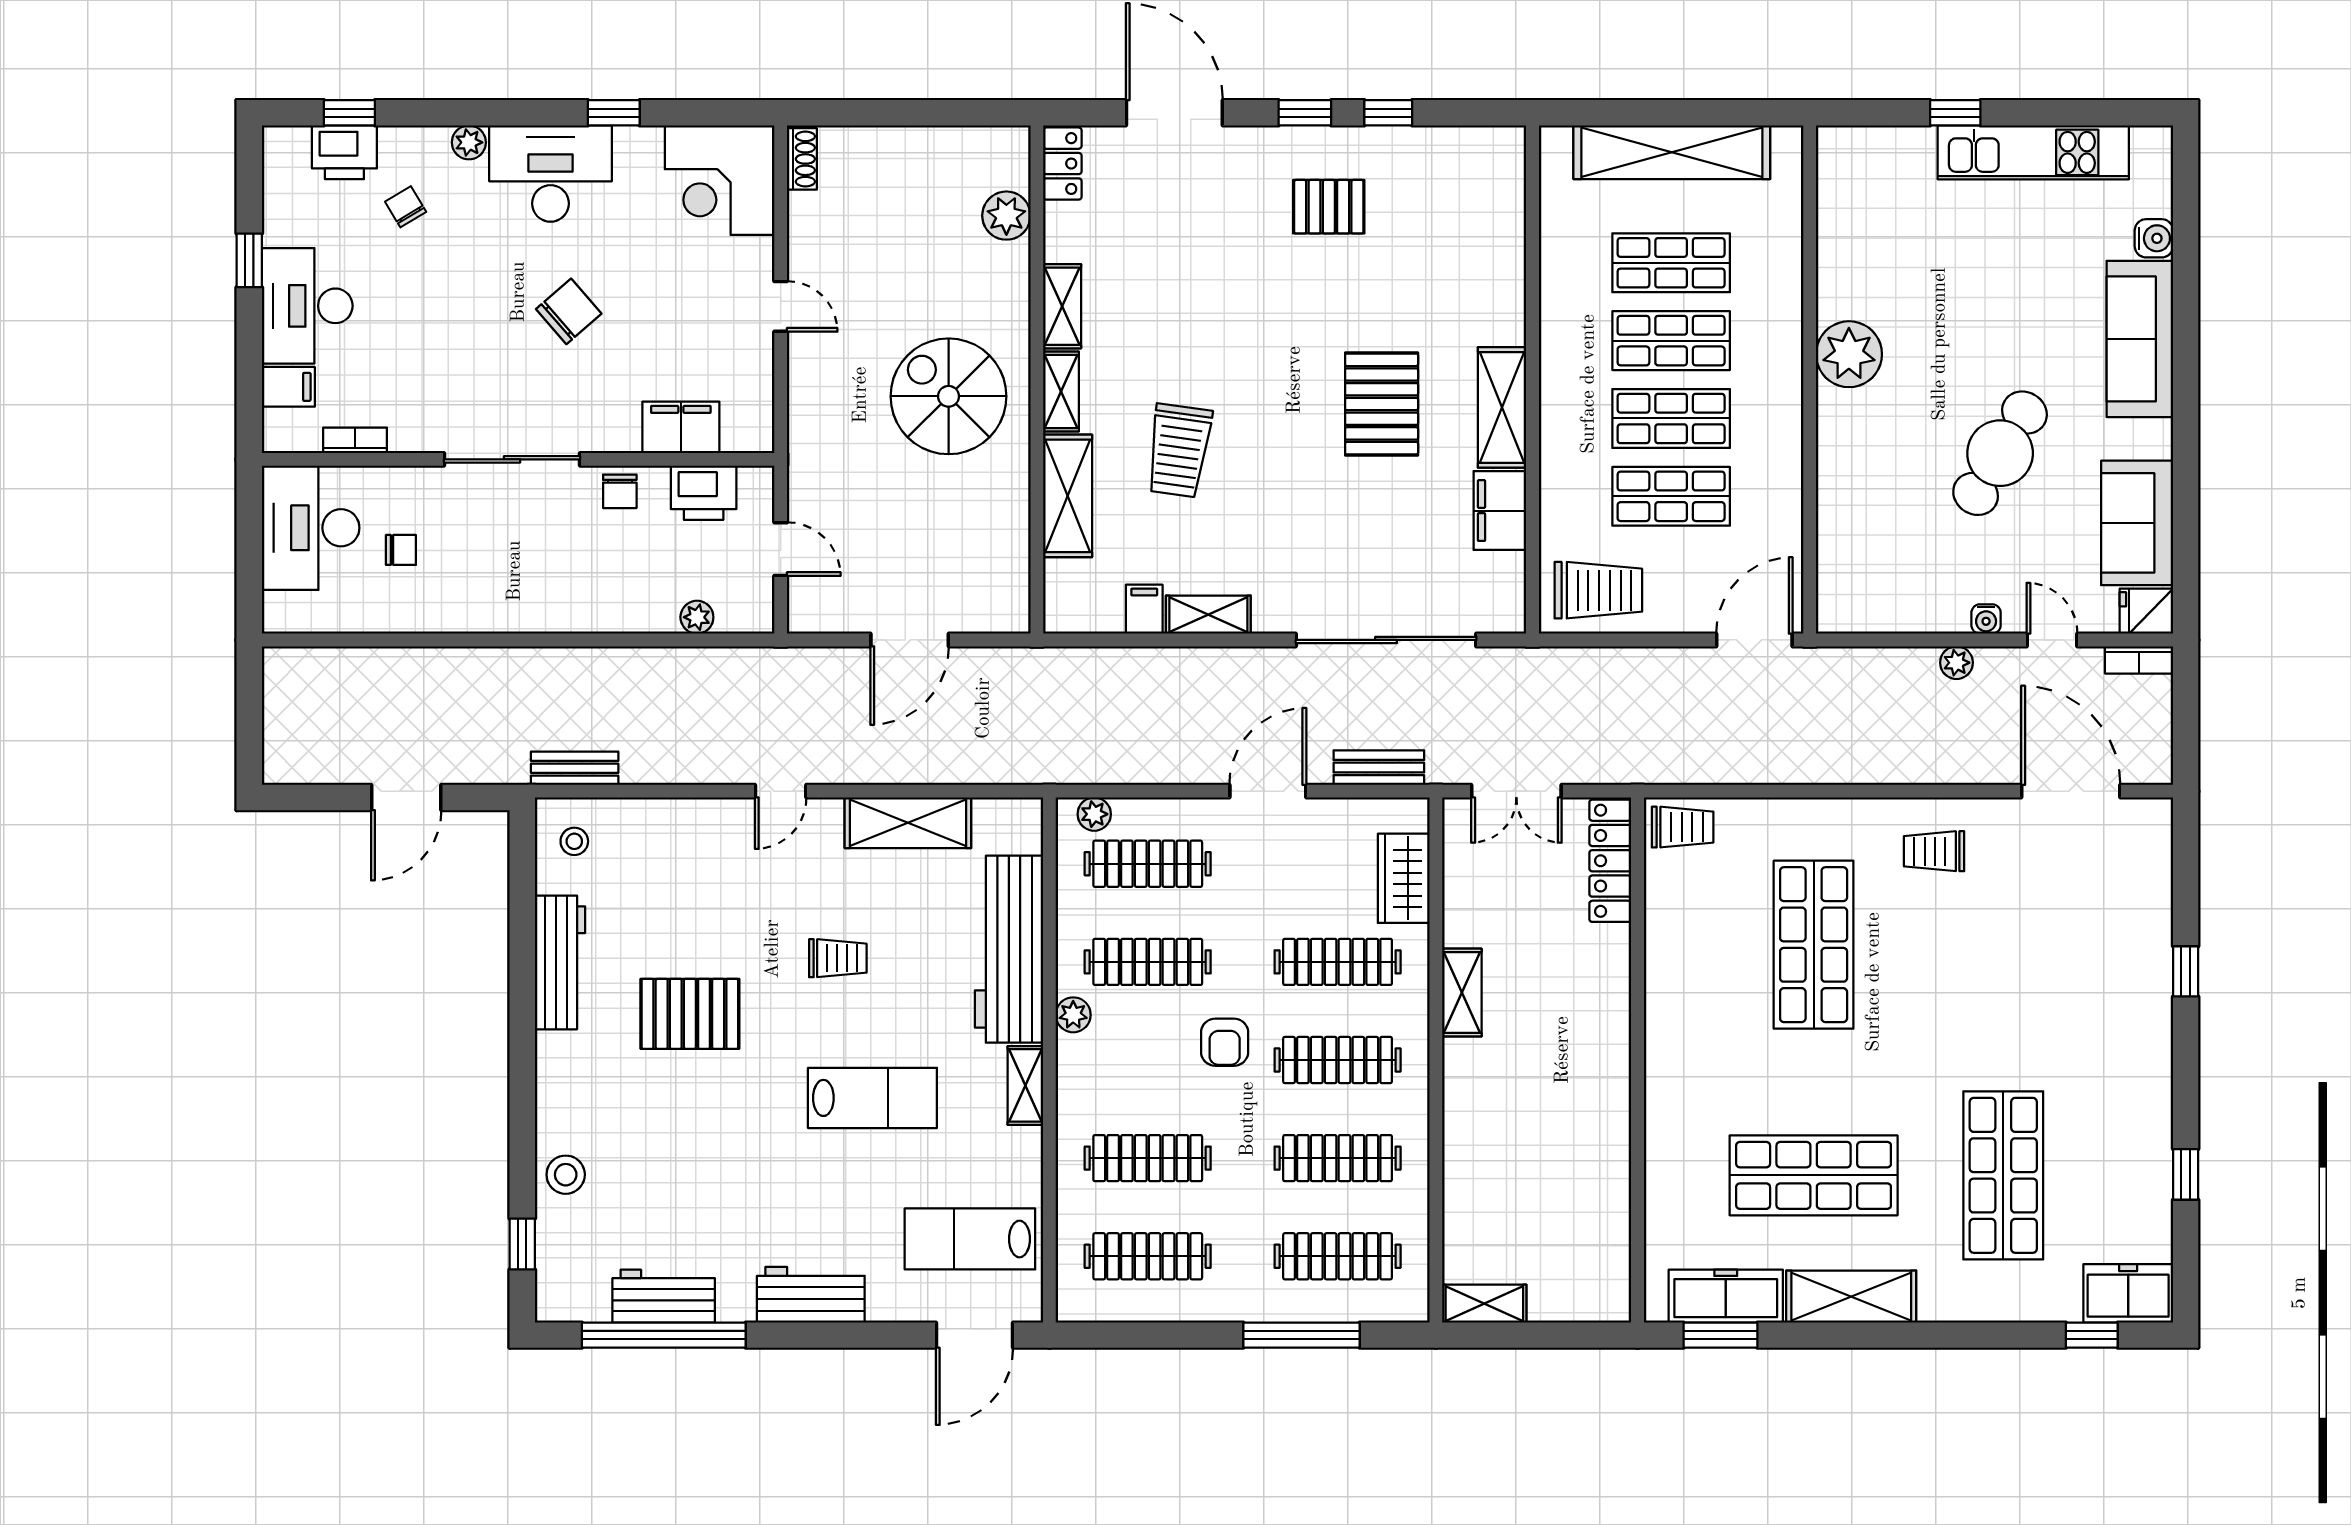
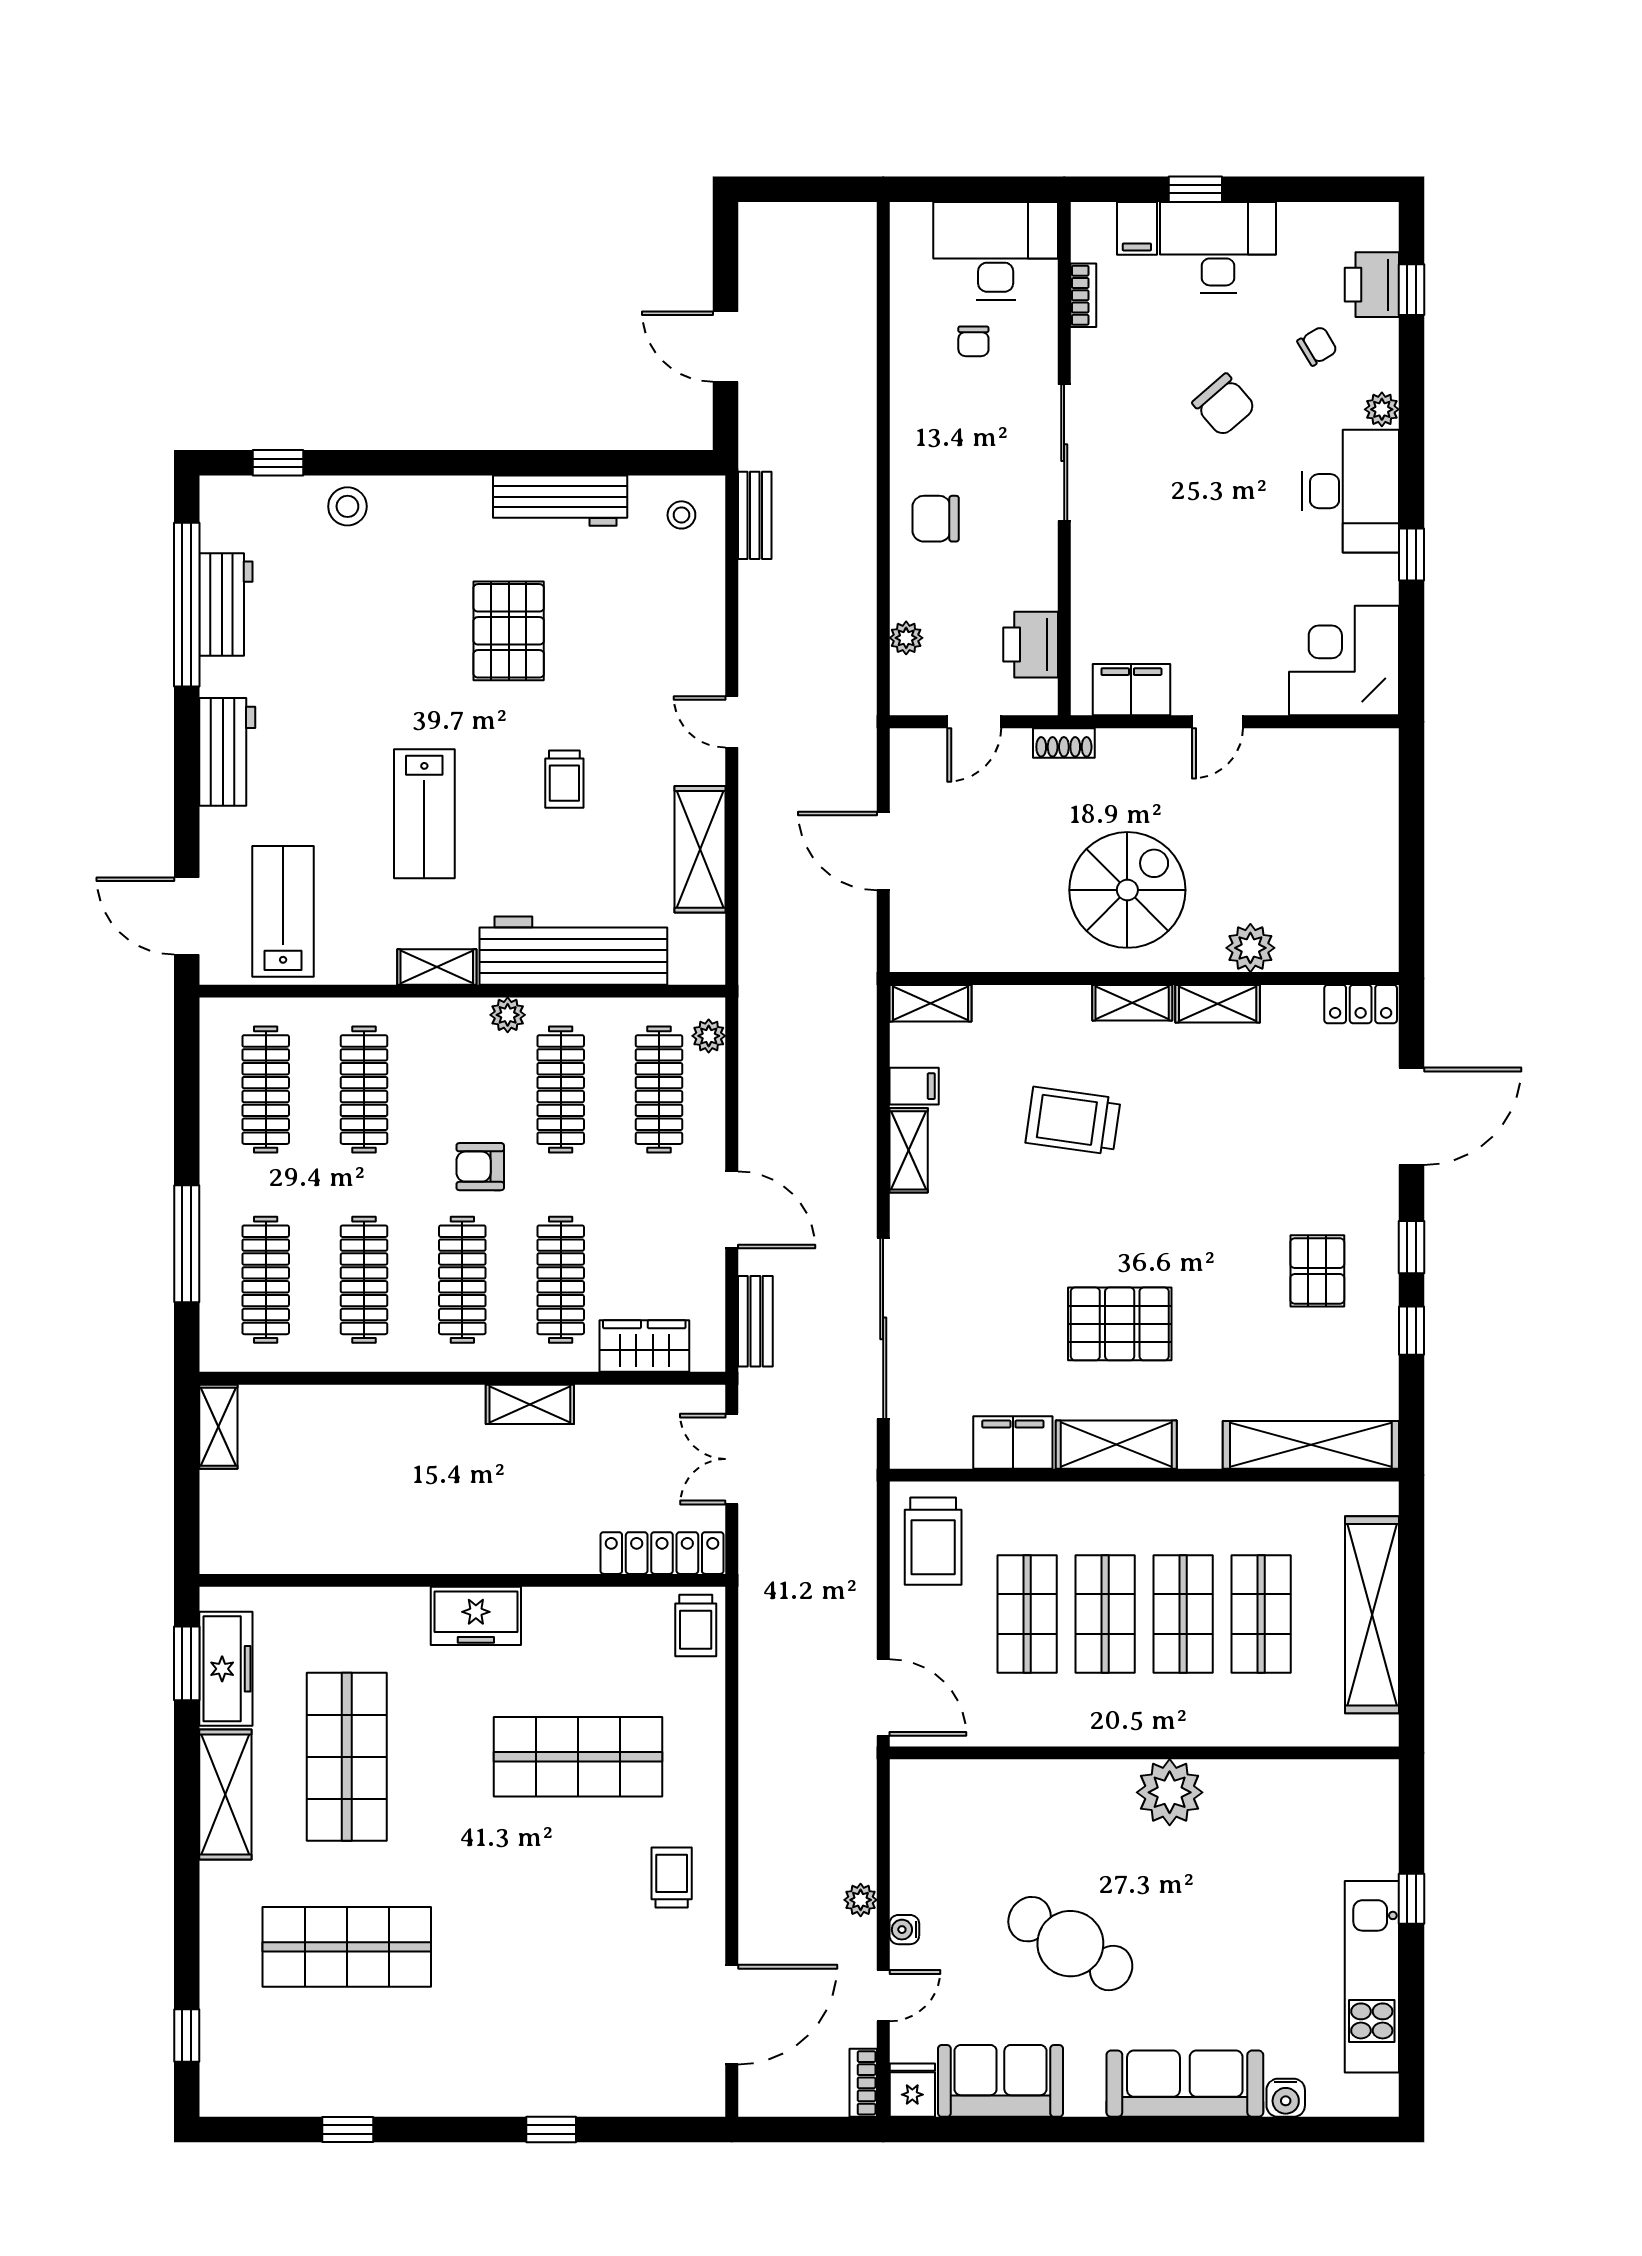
shoe rack: (802, 159) -> (1064, 743), moved
shelving: (1502, 213) -> (1311, 1445), added
plant: (1006, 216) -> (1250, 948), moved
window: (249, 260) -> (1195, 189), moved
chair: (569, 311) -> (1224, 405), moved
filing cabinet: (681, 427) -> (1131, 690), moved, turned -90
chair: (620, 491) -> (936, 519), moved, width x1.37, depth x1.37
shelving: (1068, 496) -> (930, 1003), moved, width x0.67, depth x0.75
freezer: (2128, 1293) -> (476, 1616), moved, turned 90

